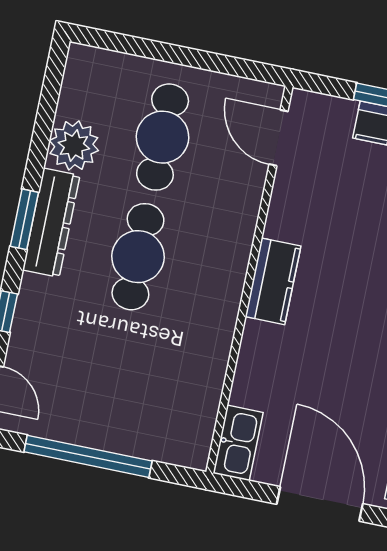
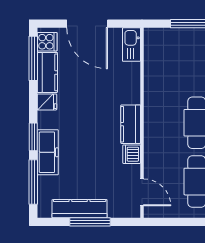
dishwasher: (284, 220) -> (132, 154), added

